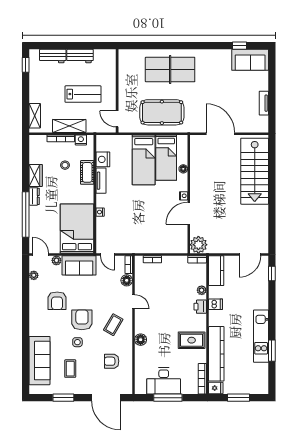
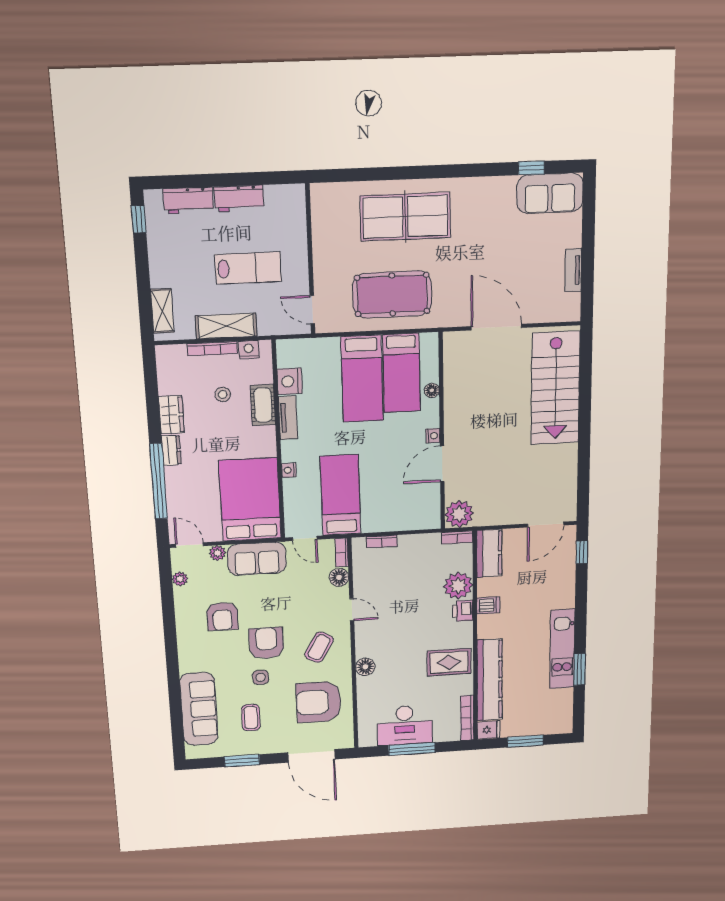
bed: (129, 229) -> (340, 495), added
plant: (202, 290) -> (458, 586), width x1.88, depth x1.88
armchair: (112, 361) -> (319, 702), width x1.88, depth x1.88

